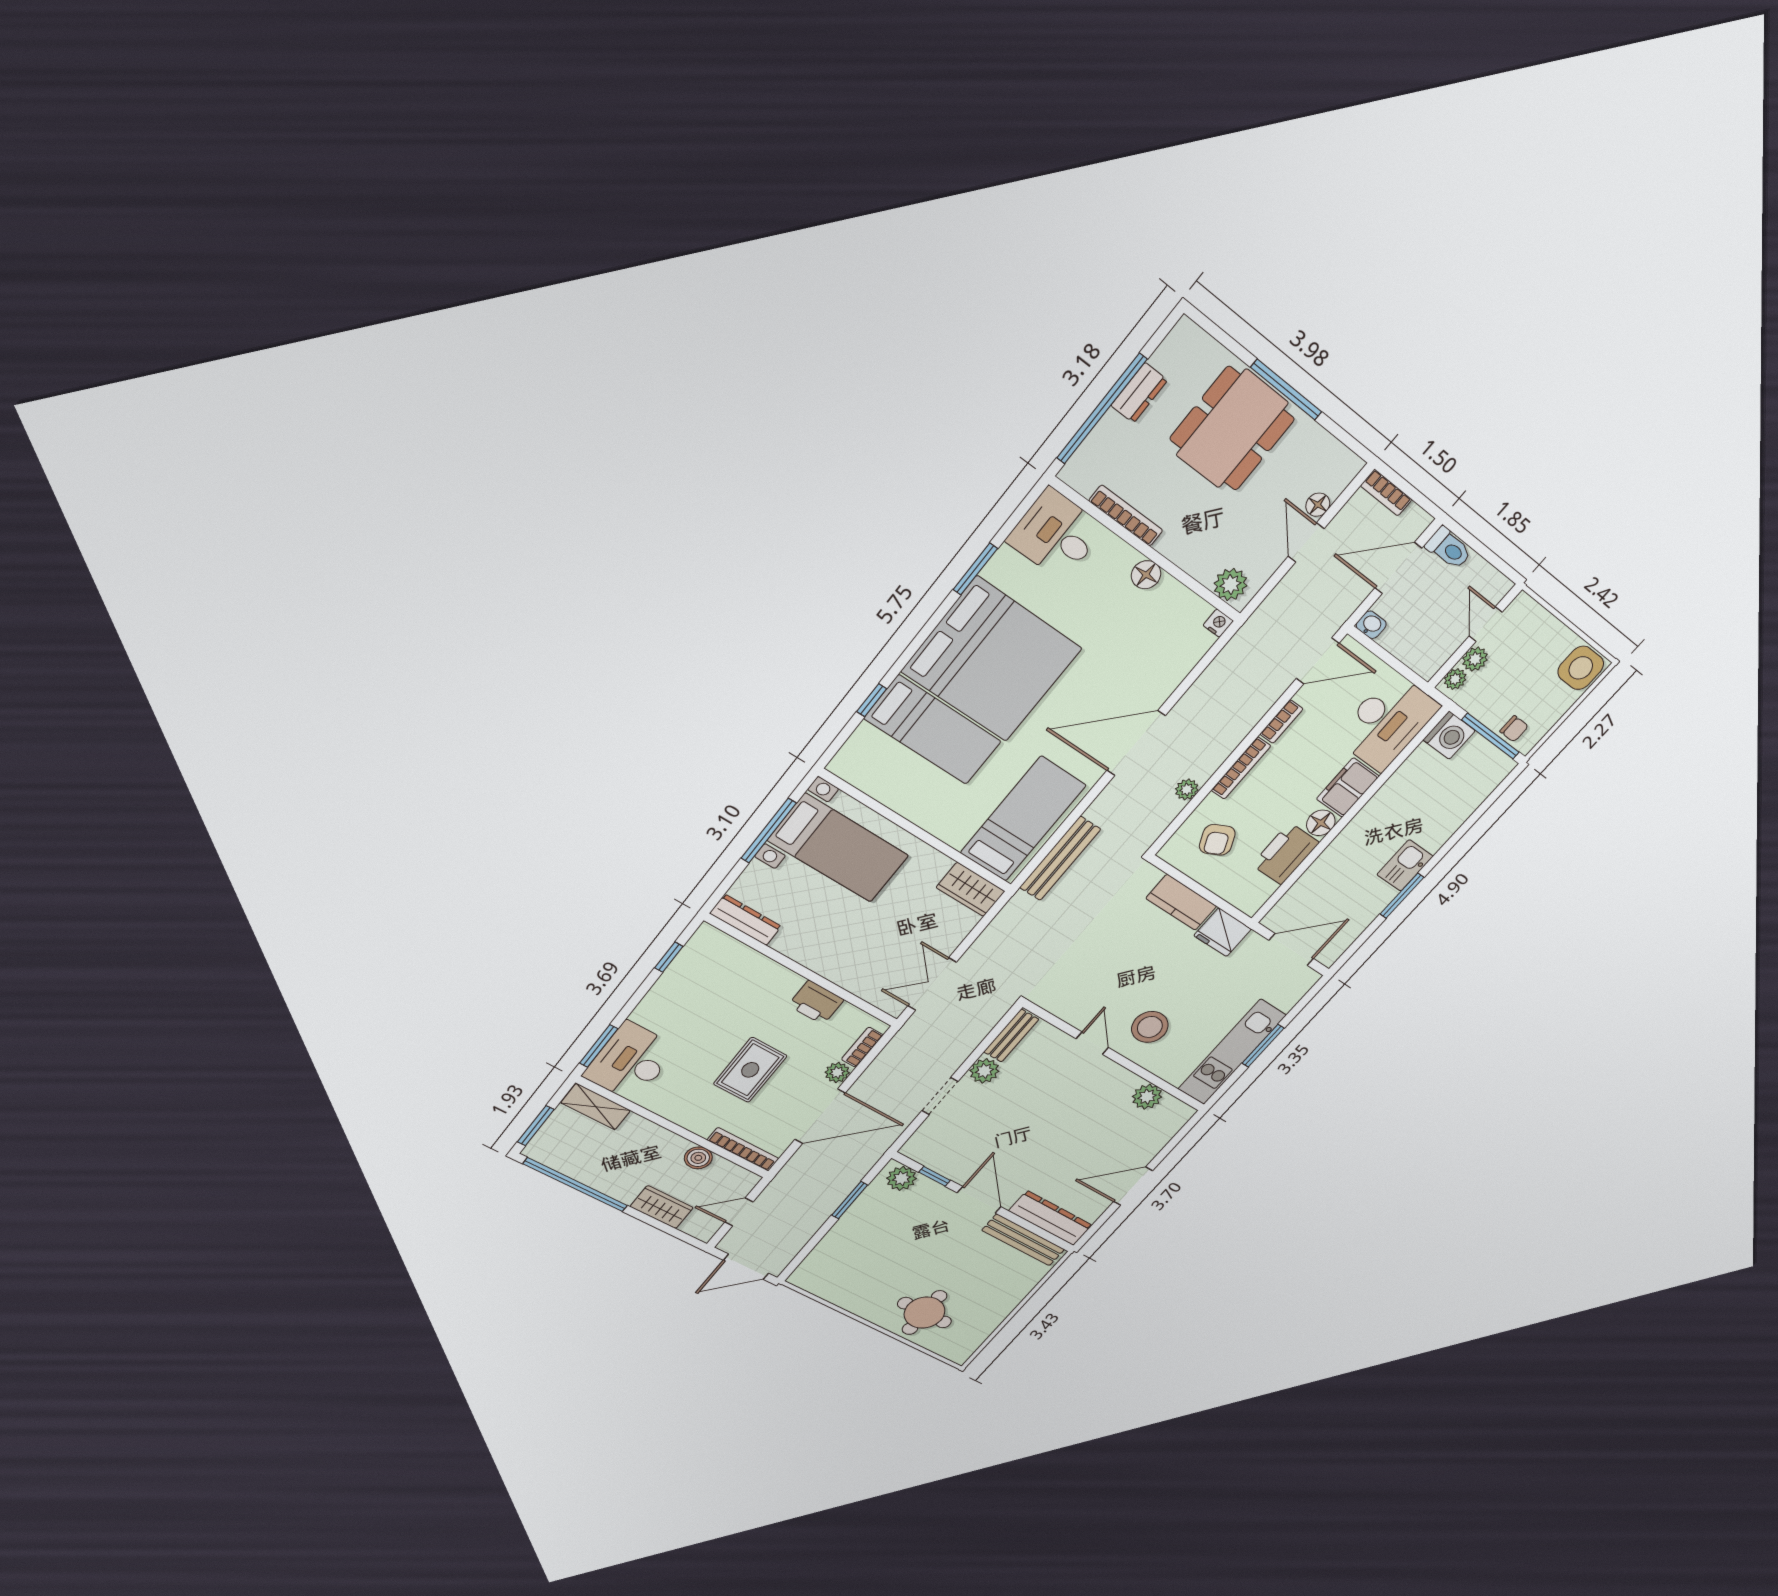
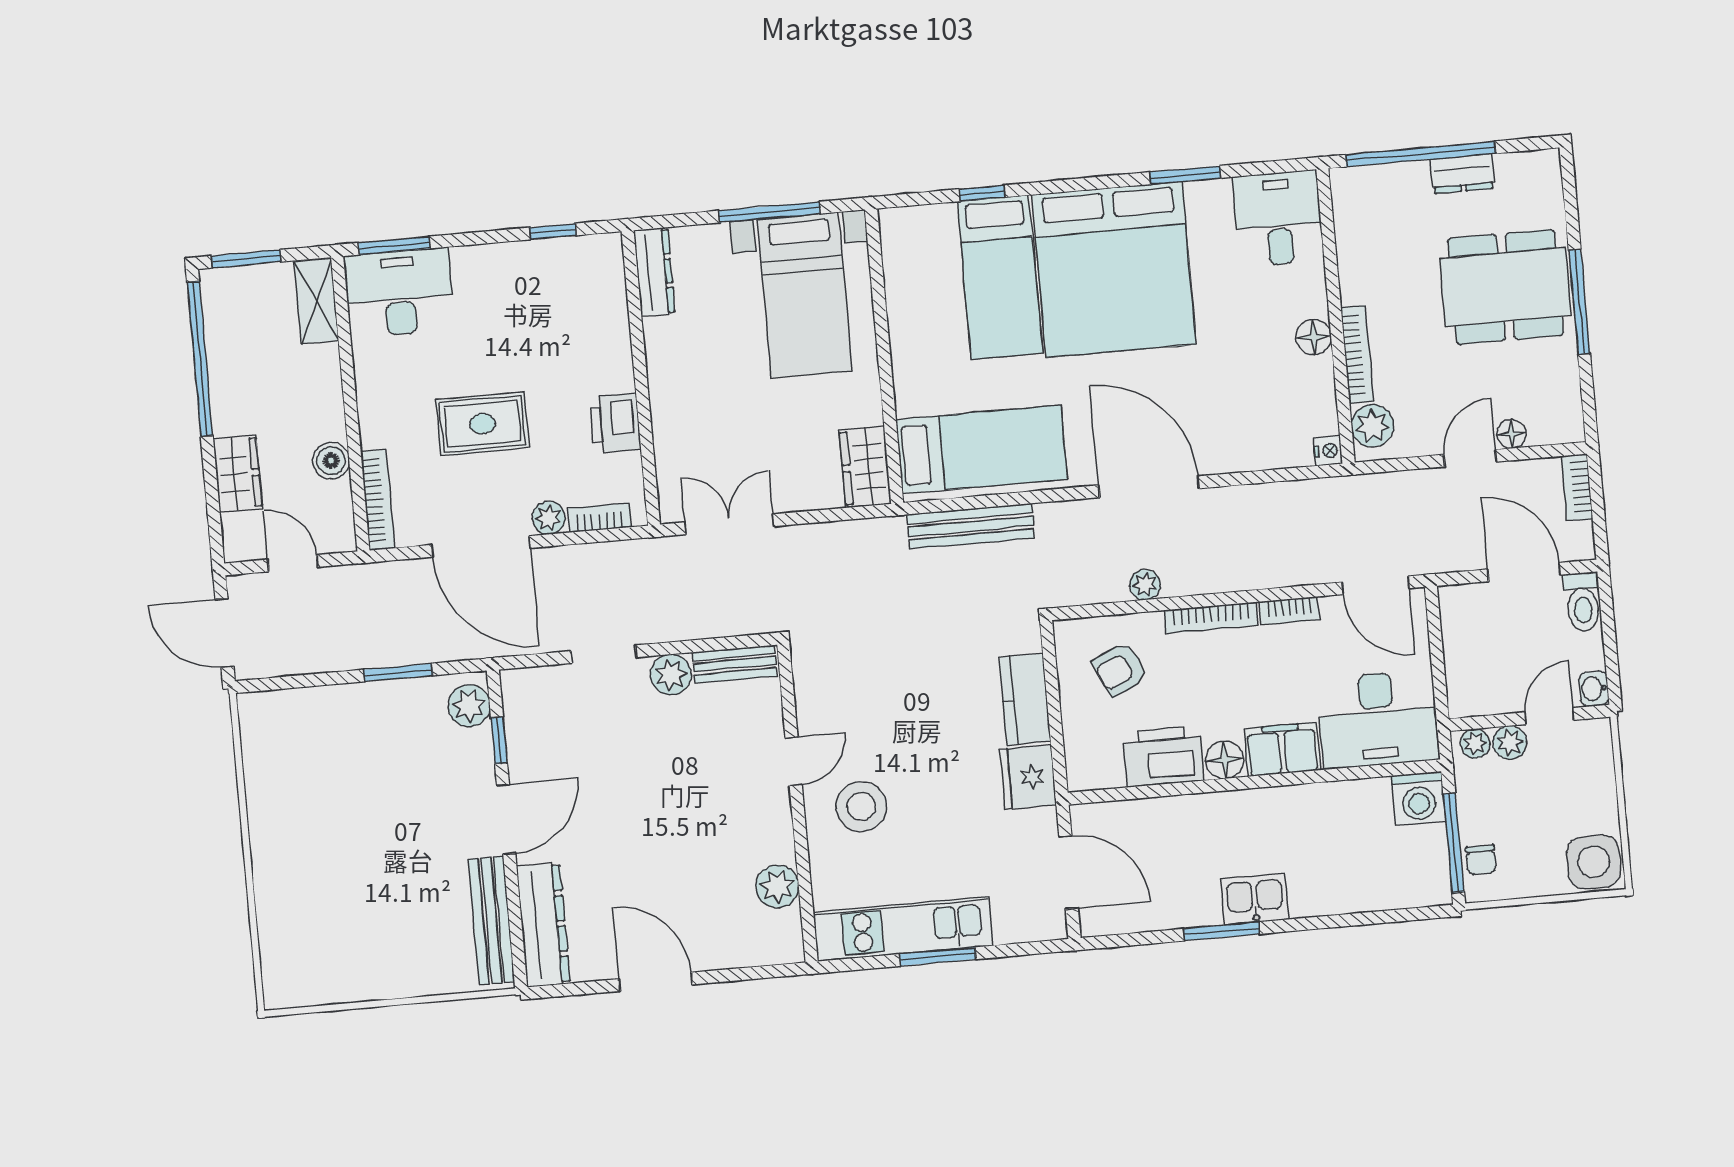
bookcase: (1126, 516) -> (1357, 354), moved
washbasin: (1371, 625) -> (1594, 689), moved, turned 180
round table: (925, 1313) -> (309, 895), removed

